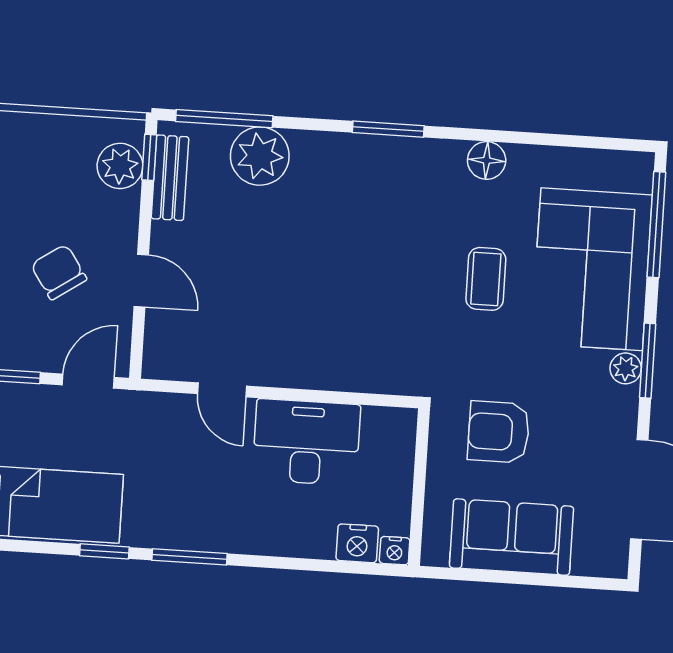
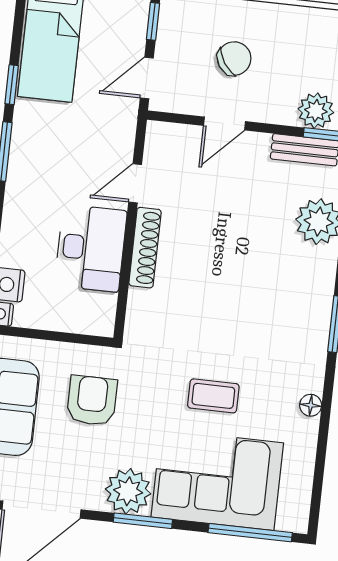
floor lamp: (487, 160) -> (311, 405), width x0.73, depth x0.73
plant: (626, 368) -> (128, 491), width x1.87, depth x1.87
shoe rack: (303, 374) -> (145, 248), added
door: (88, 381) -> (147, 78), swing flipped

